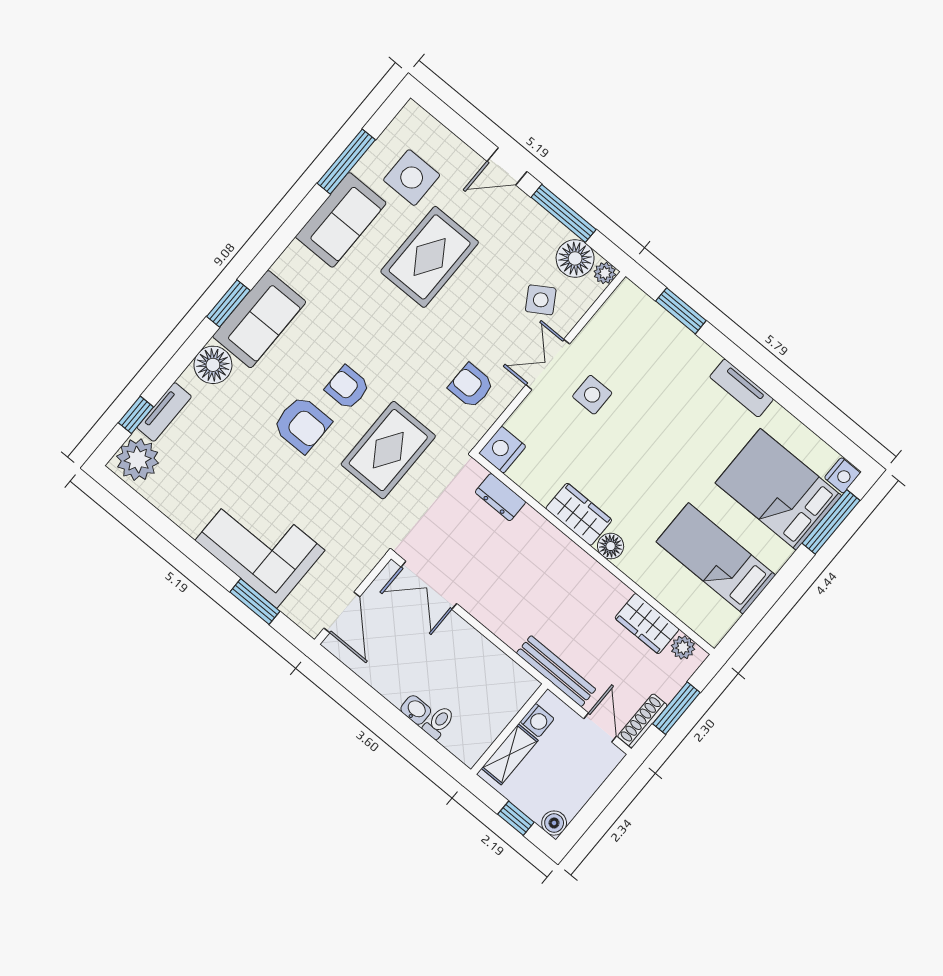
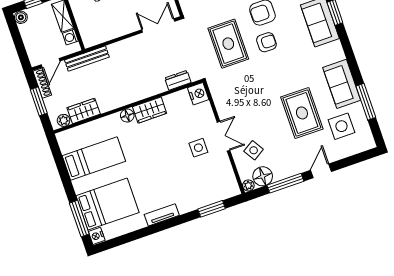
armchair: (471, 386) -> (234, 97), removed
door: (600, 727) -> (51, 63), hinge flipped

